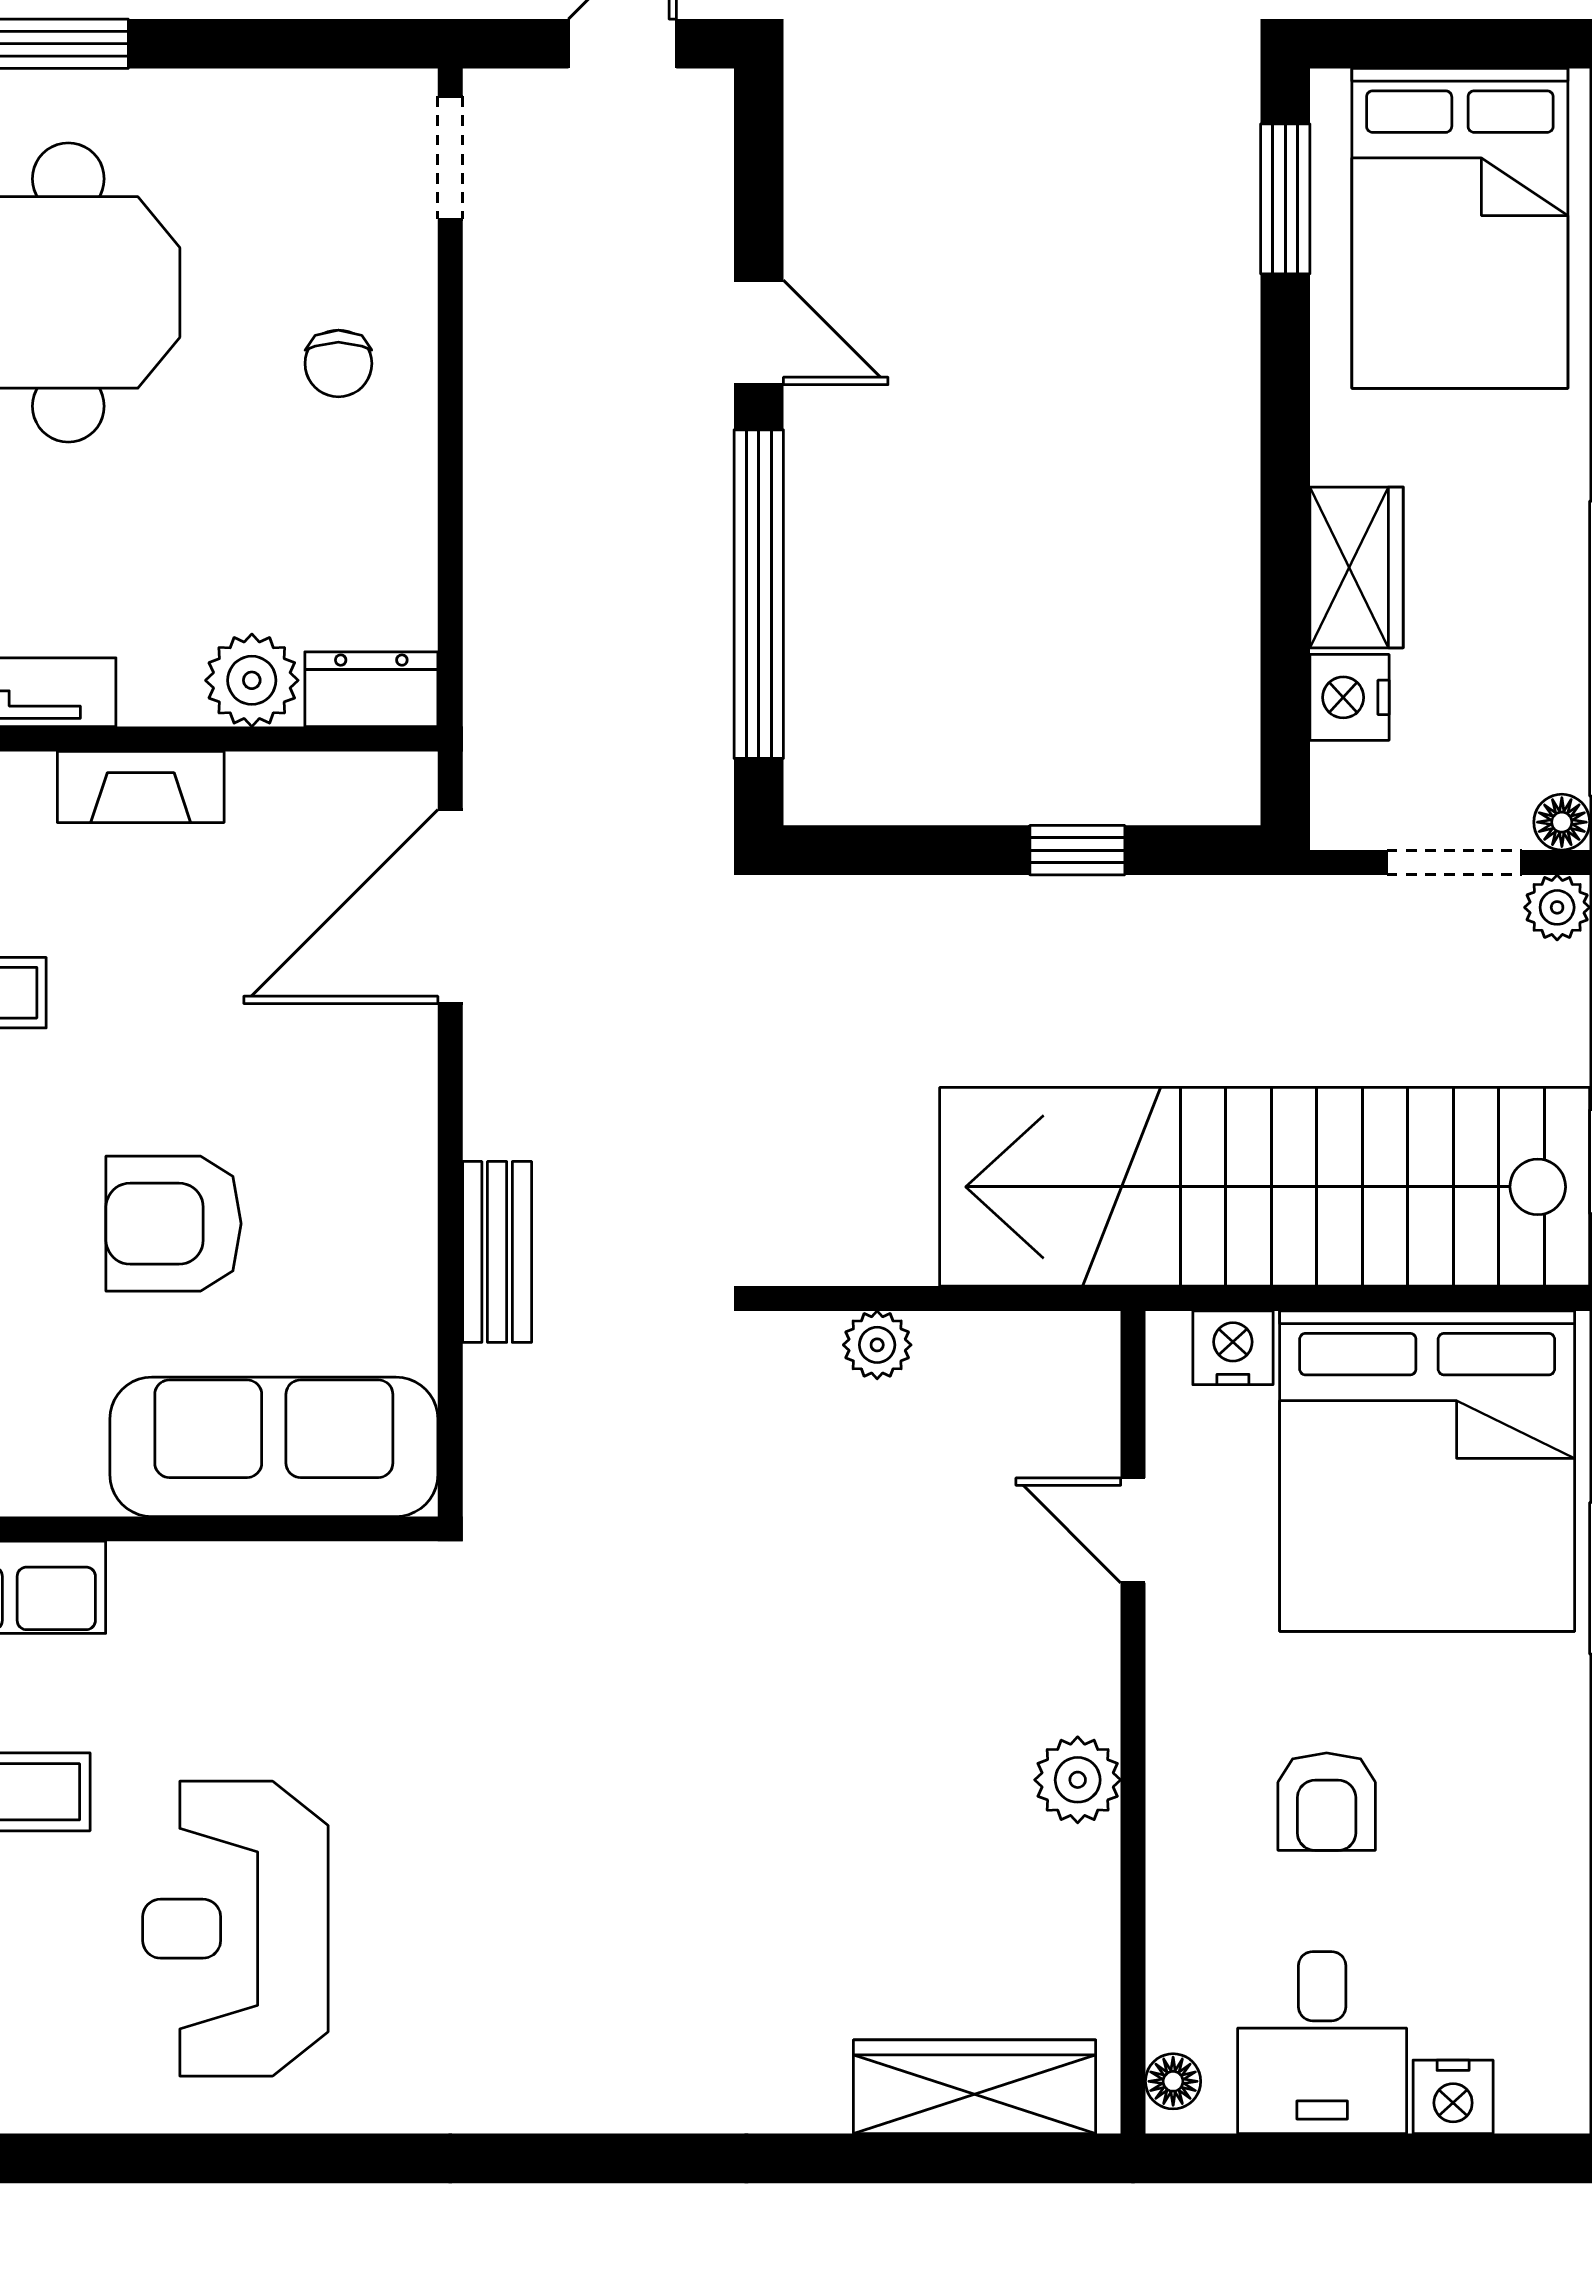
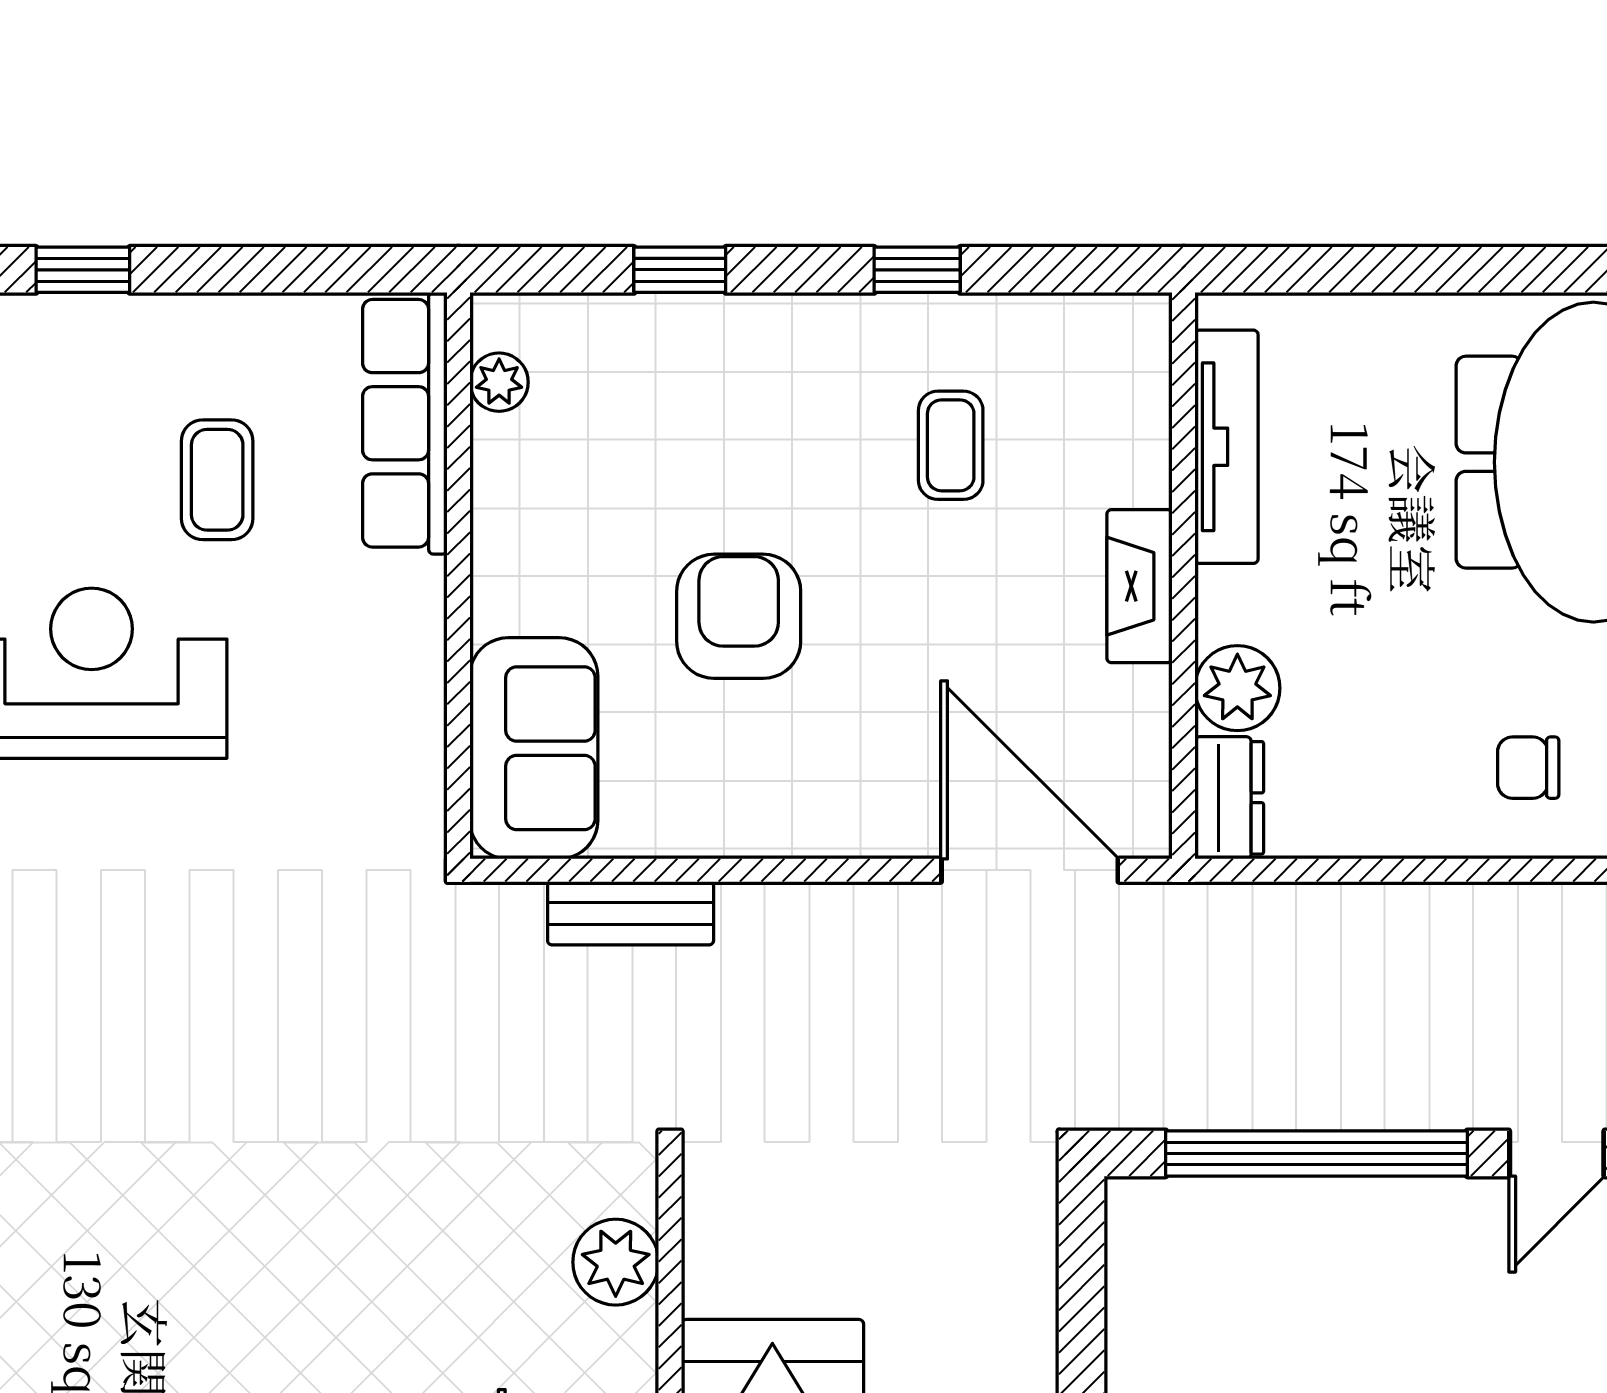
bench: (497, 1252) -> (631, 913), moved
plant: (877, 1345) -> (616, 1262), width x1.38, depth x1.38
sofa: (274, 1447) -> (534, 748), width x0.73

